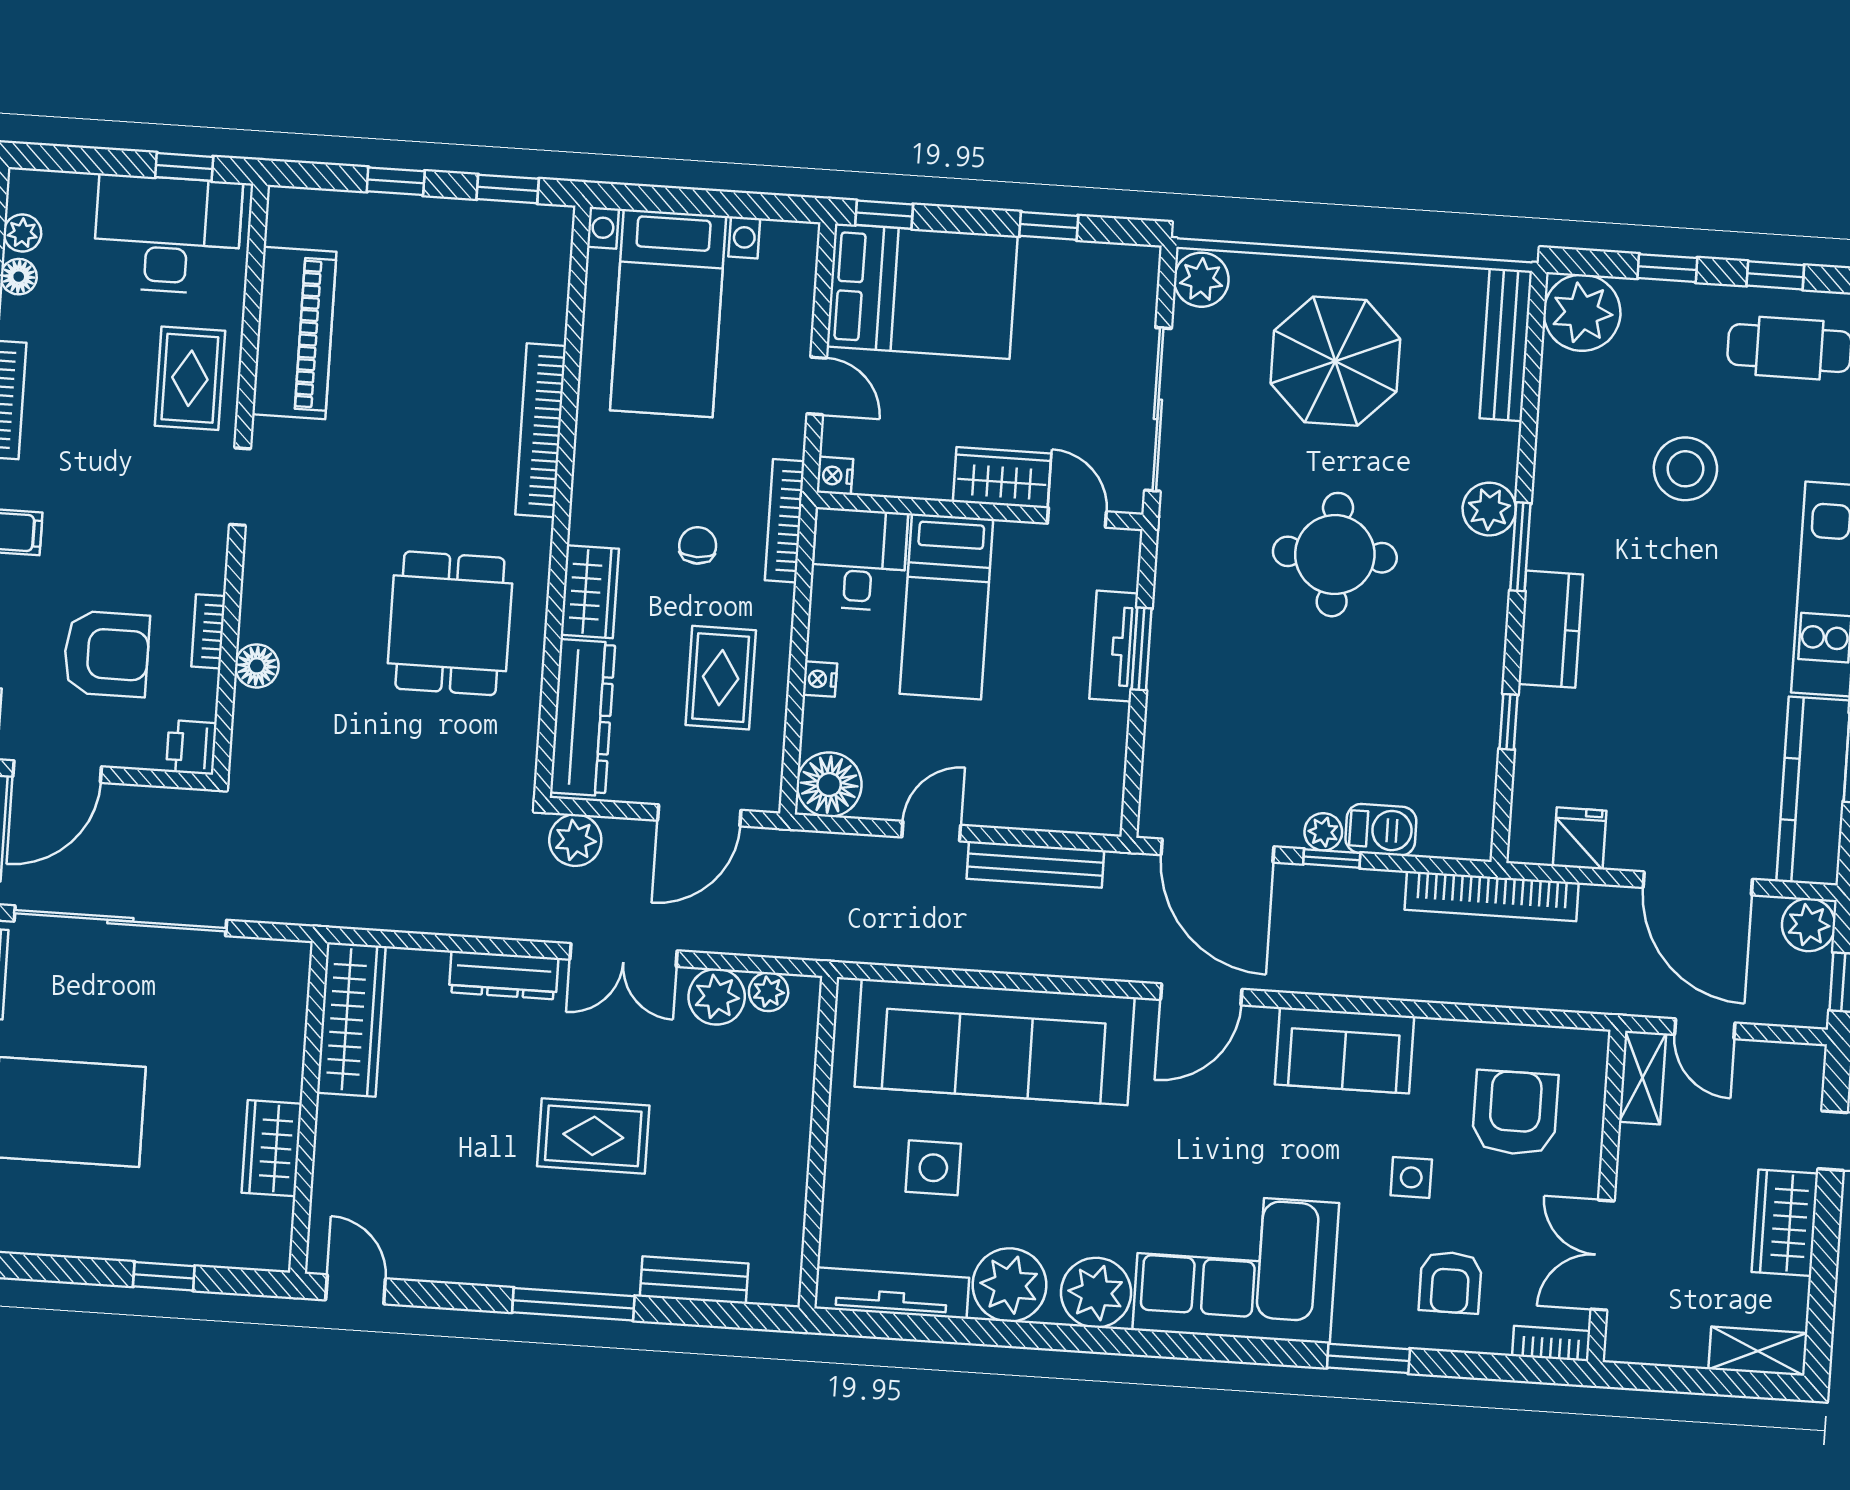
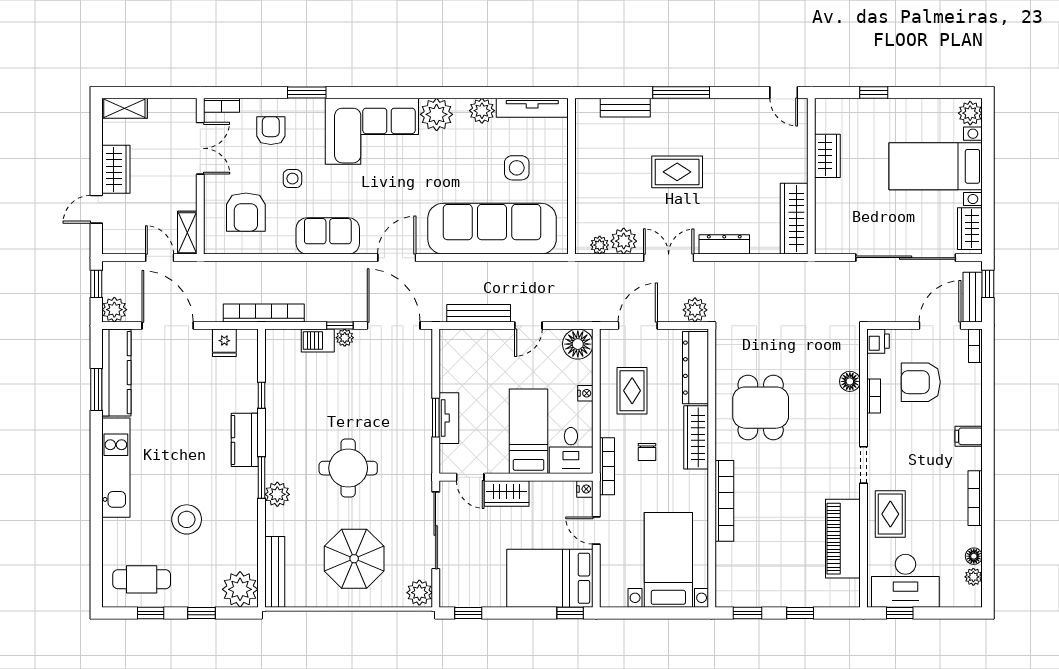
window: (1049, 226) -> (468, 613), moved
wardrobe: (590, 592) -> (696, 437), width x1.50
plant: (1009, 1285) -> (482, 111), width x0.73, depth x0.73

